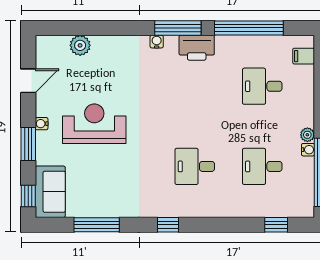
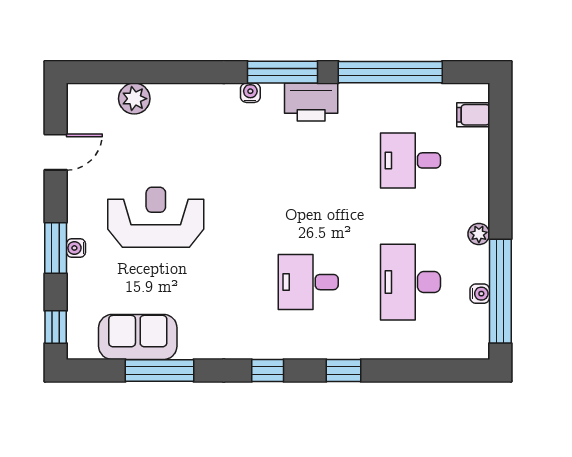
water cooler: (42, 124) -> (76, 248), moved
water cooler: (308, 150) -> (480, 294), moved
desk: (262, 166) -> (410, 282), width x1.37
sofa: (50, 192) -> (138, 337), moved, turned -90
window: (276, 225) -> (344, 370), moved

